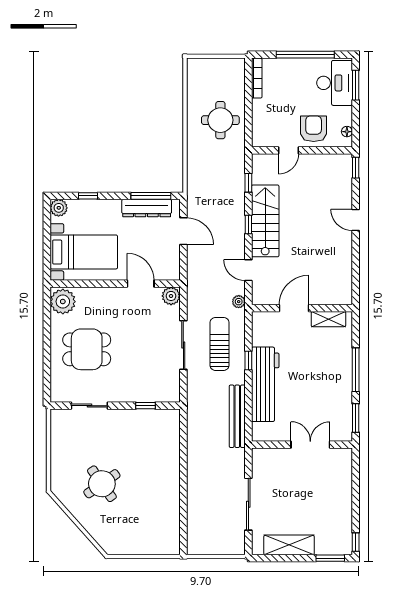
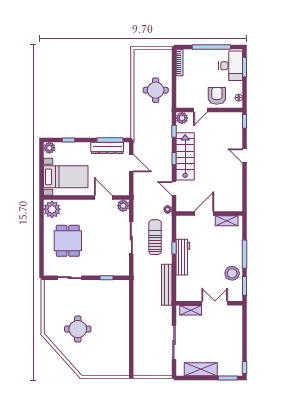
plant: (260, 163) -> (182, 118), added
dining table: (87, 349) -> (68, 241), turned 90
workbench: (265, 384) -> (183, 257), width x0.73, depth x0.76
stool: (337, 399) -> (232, 273), added
shelving: (274, 455) -> (191, 310), added
round table: (102, 484) -> (78, 329), turned 35

